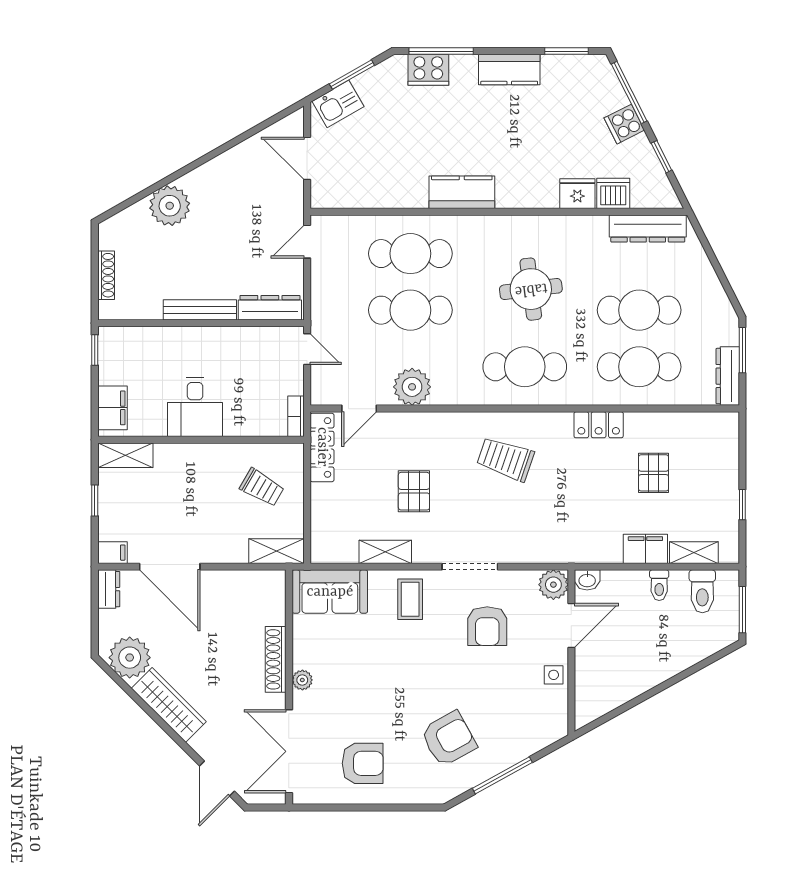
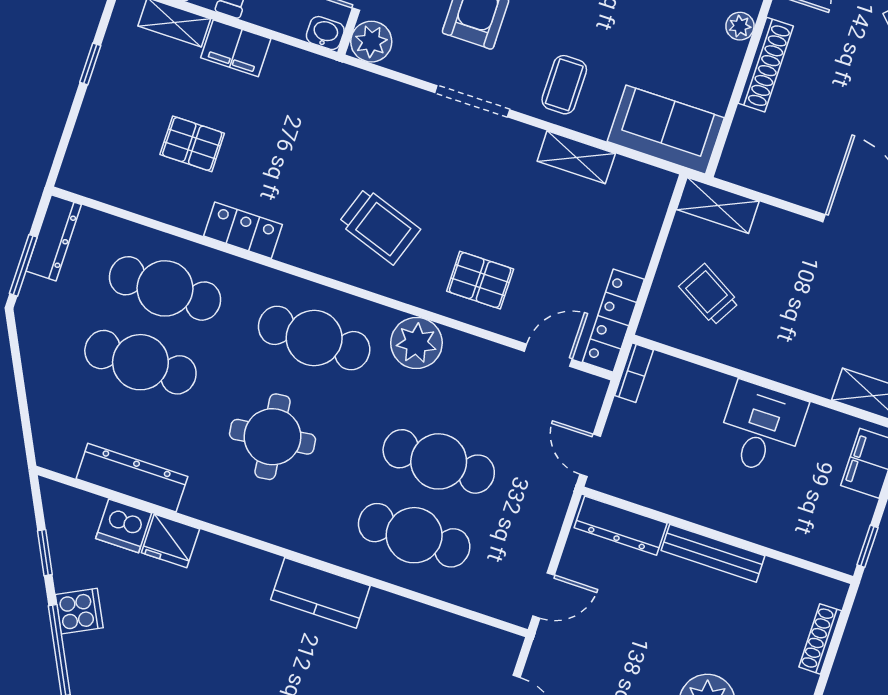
dresser: (648, 228) -> (132, 478), moved
plant: (412, 387) -> (416, 343), moved
pallet: (654, 473) -> (192, 144), turned 90
pallet: (414, 491) -> (480, 280), moved, turned 90

